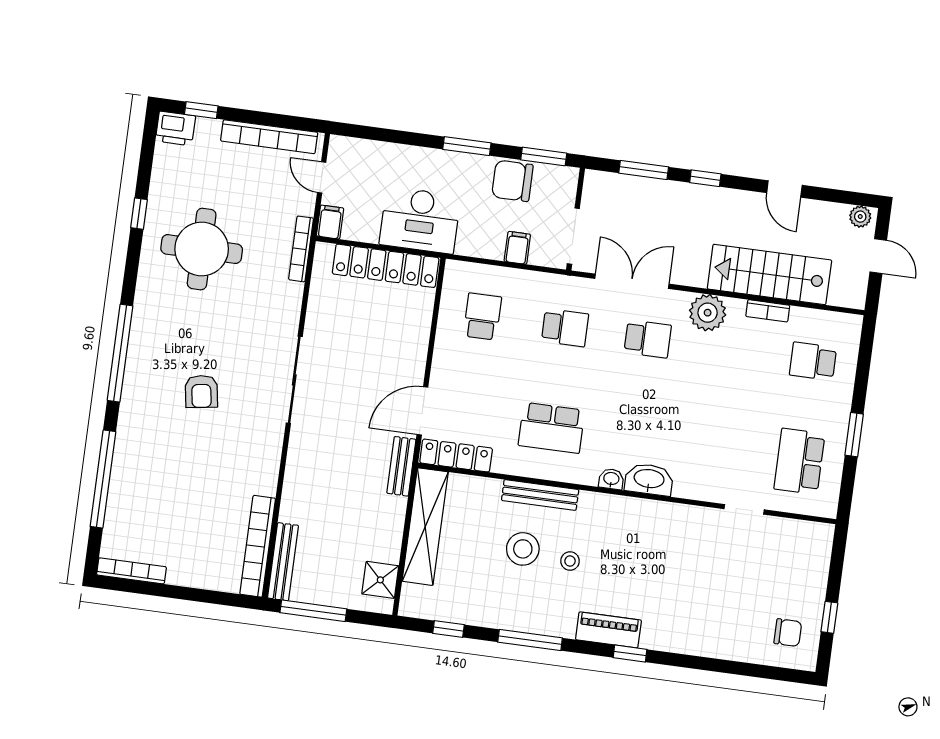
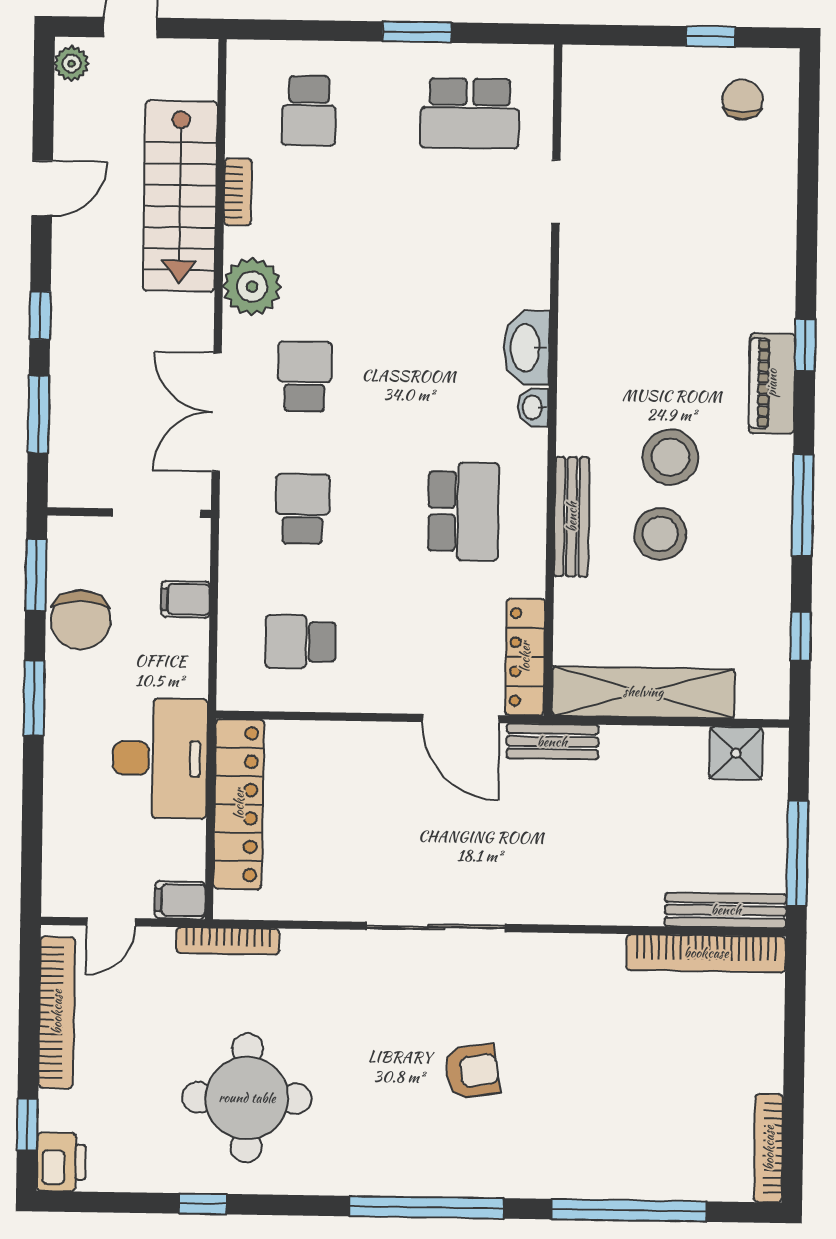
stool: (570, 561) -> (670, 457), width x1.89, depth x1.89

